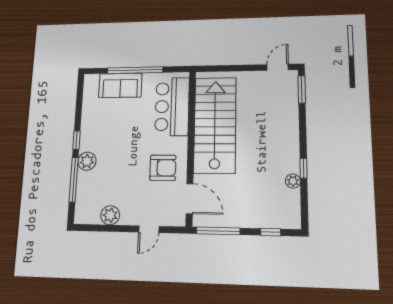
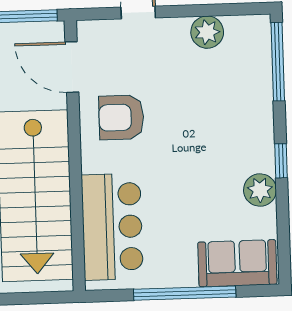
sofa: (120, 85) -> (237, 263), moved
plant: (87, 161) -> (260, 190), moved
window: (74, 180) -> (278, 62), moved

